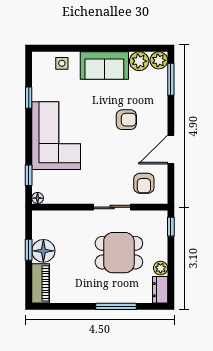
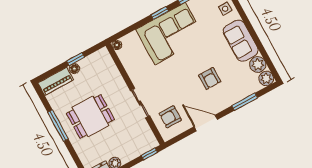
window: (171, 79) -> (245, 102), moved
window: (29, 175) -> (160, 13), moved
floor lamp: (43, 251) -> (74, 69), width x0.53, depth x0.53
dining table: (119, 253) -> (90, 116), moved, turned 90
window: (116, 306) -> (58, 126), moved

